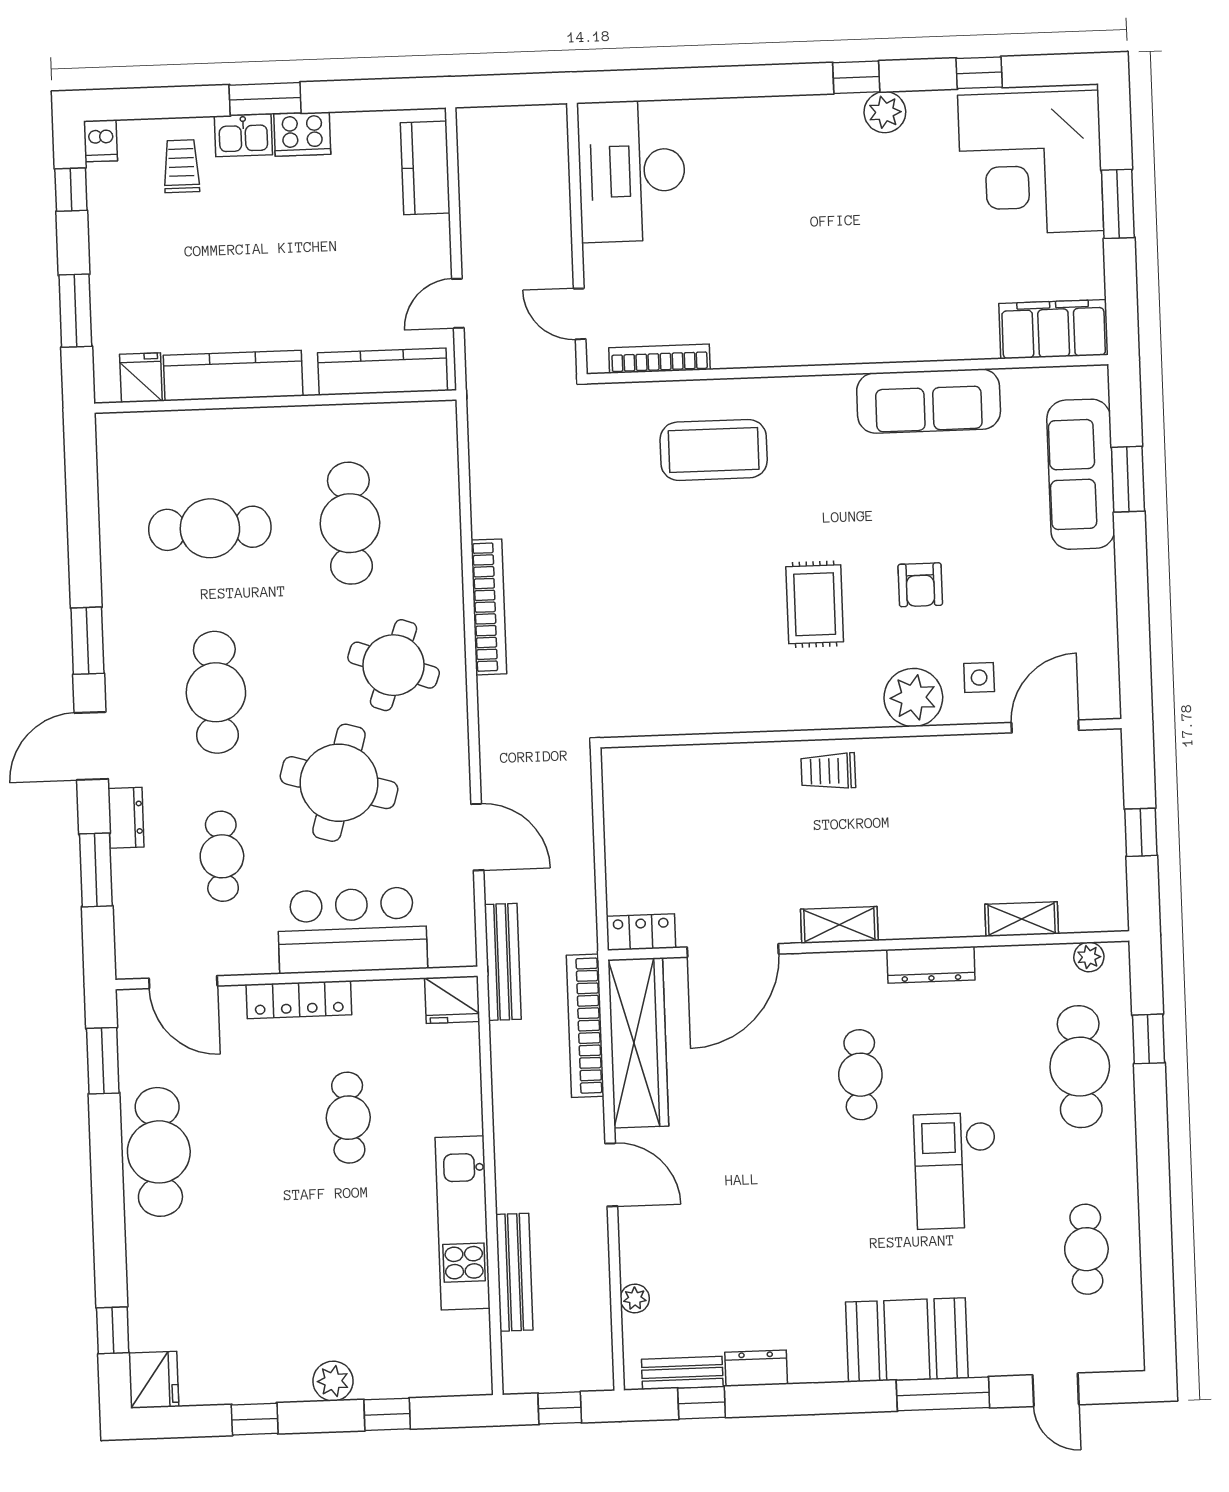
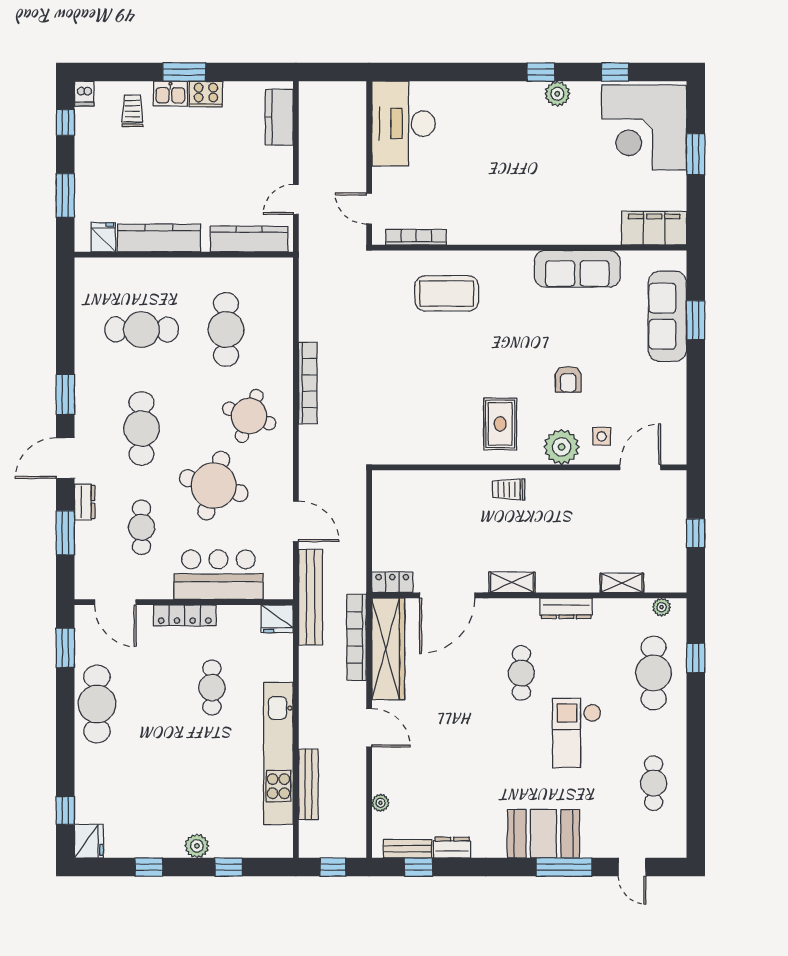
rug: (815, 604) -> (500, 424), moved
bench: (503, 962) -> (311, 597), width x1.37, depth x1.21
kitchen unit: (463, 1223) -> (278, 753), width x1.36

